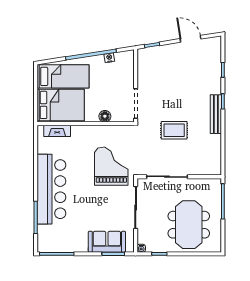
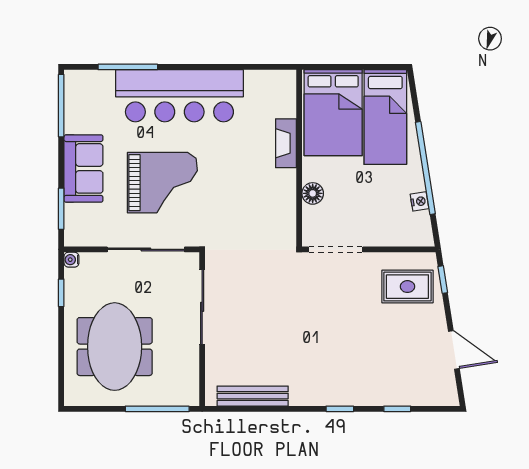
door: (191, 39) -> (454, 350), hinge flipped
bench: (216, 114) -> (253, 396), moved
rug: (174, 130) -> (407, 287), moved, turned 90
fireplace: (57, 131) -> (286, 143), moved
grand piano: (111, 166) -> (162, 183), moved
meeting table: (189, 225) -> (115, 347), turned 90
sofa: (107, 242) -> (83, 168), moved

